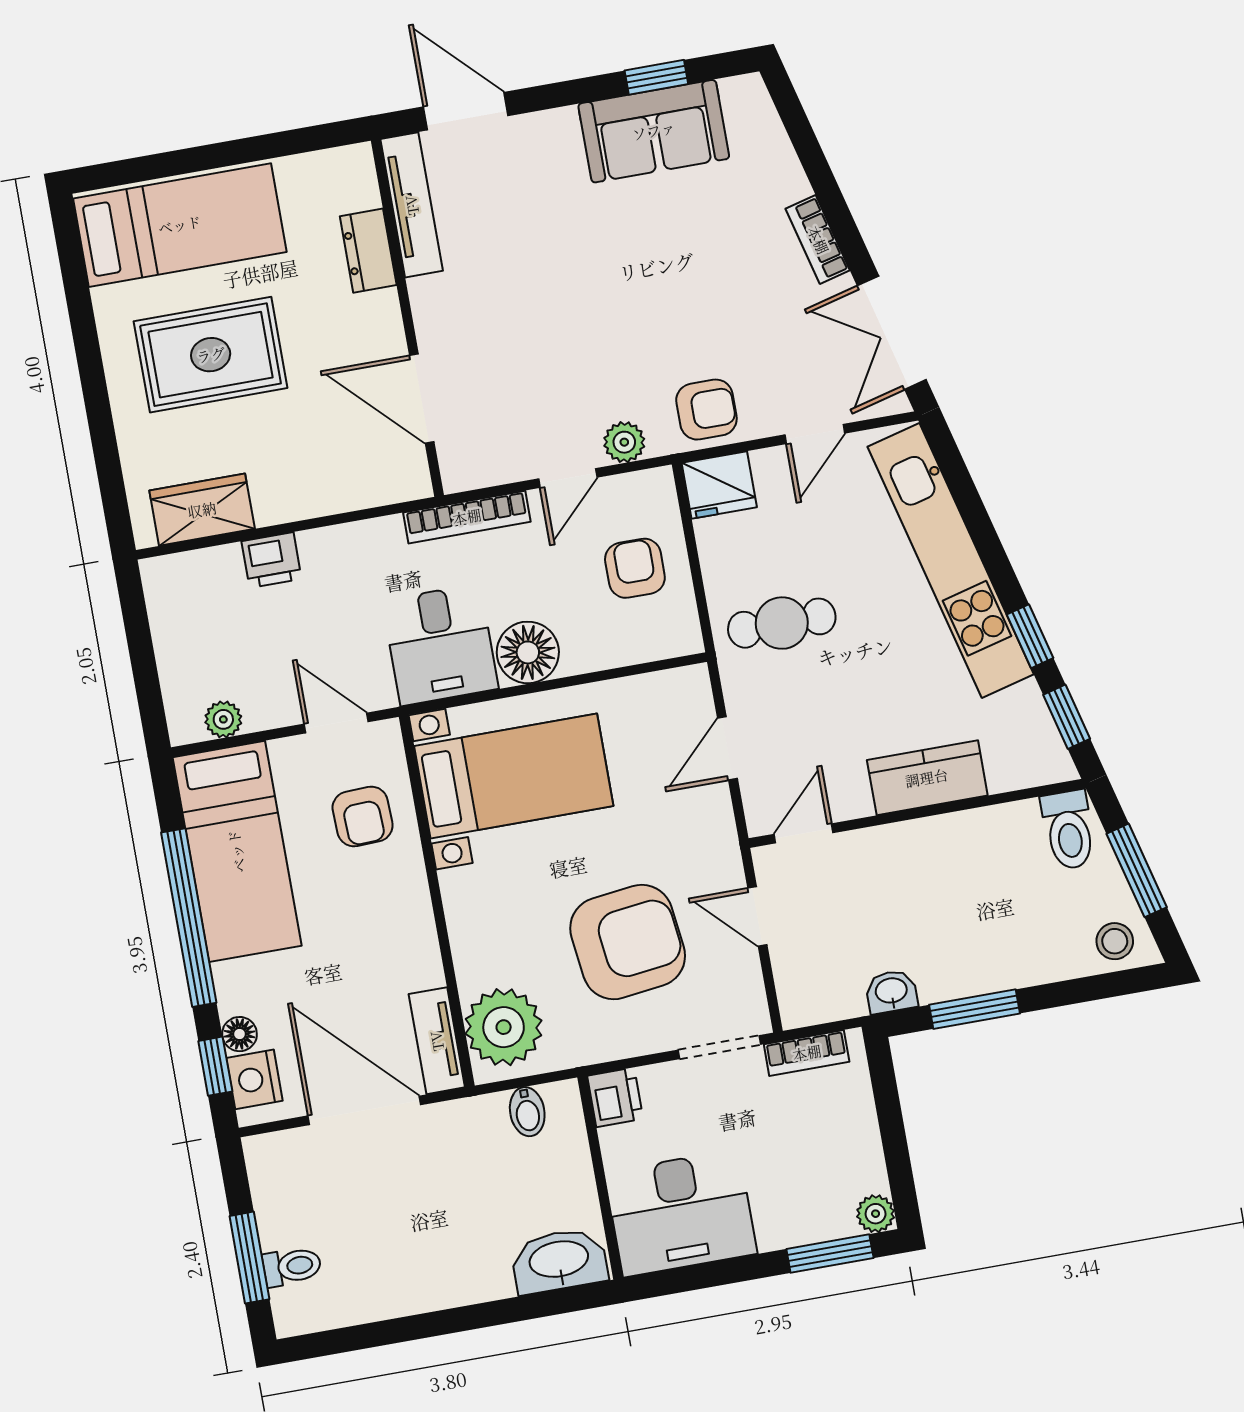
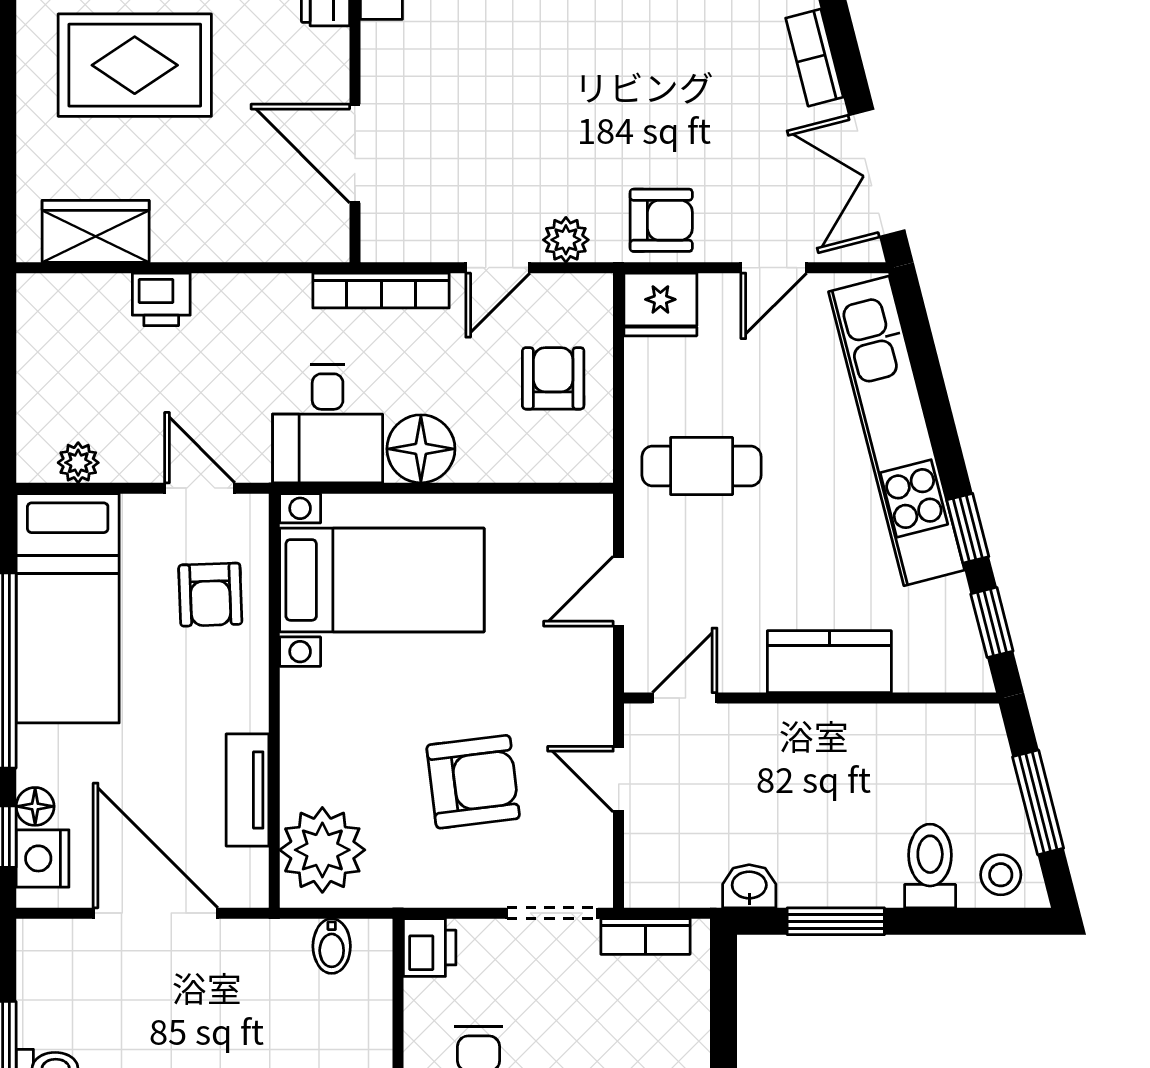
toilet: (1068, 830) -> (930, 866), moved, turned 180
armchair: (628, 942) -> (473, 782), width x0.73, depth x0.73
tv unit: (437, 1041) -> (247, 790), moved

